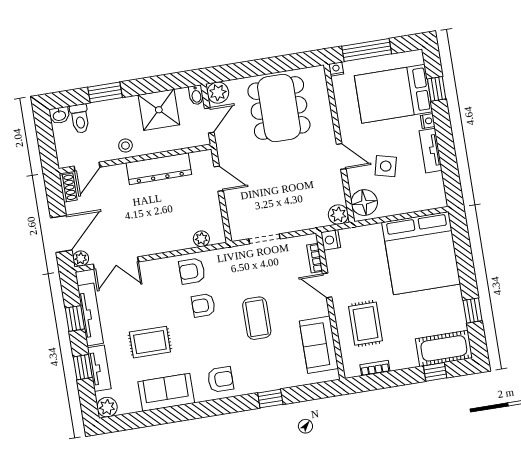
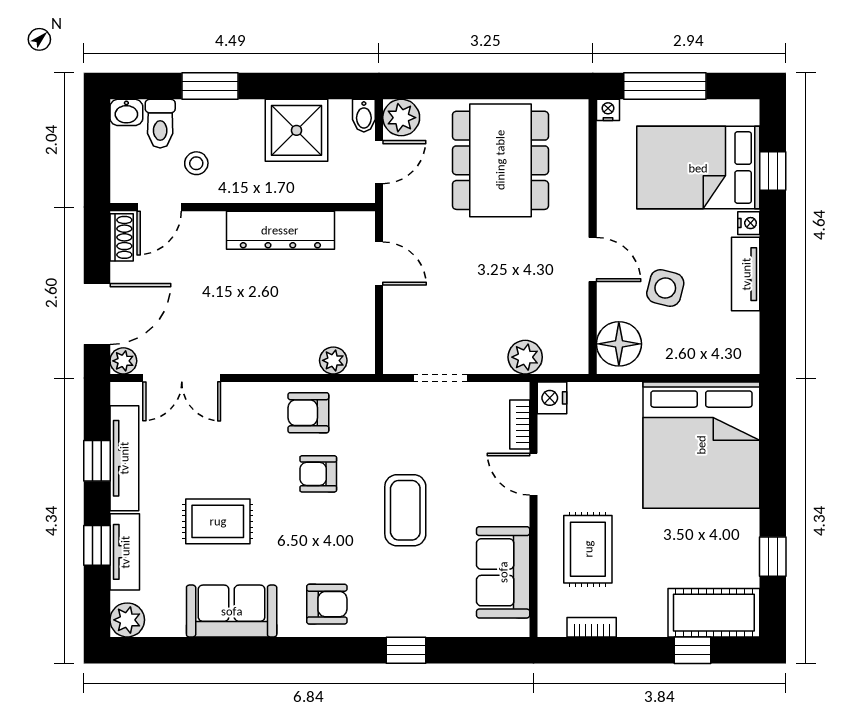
stool: (125, 146) -> (196, 163), moved
plant: (338, 215) -> (525, 357), moved

